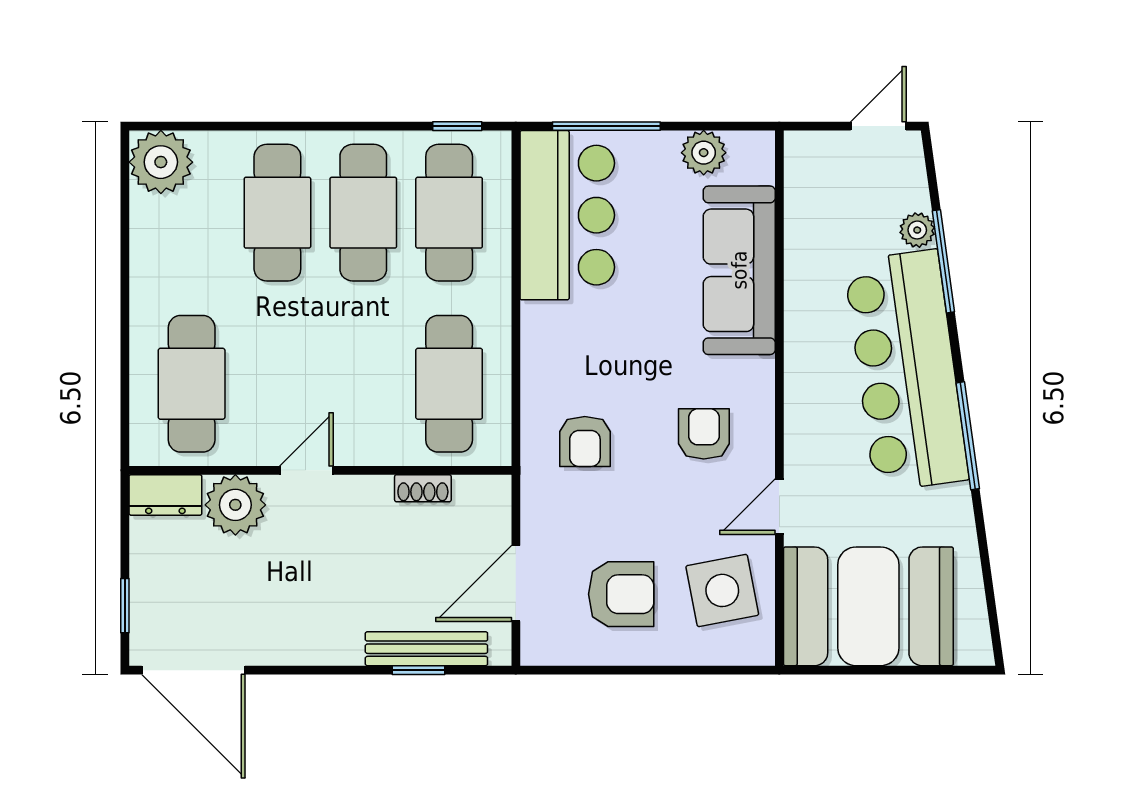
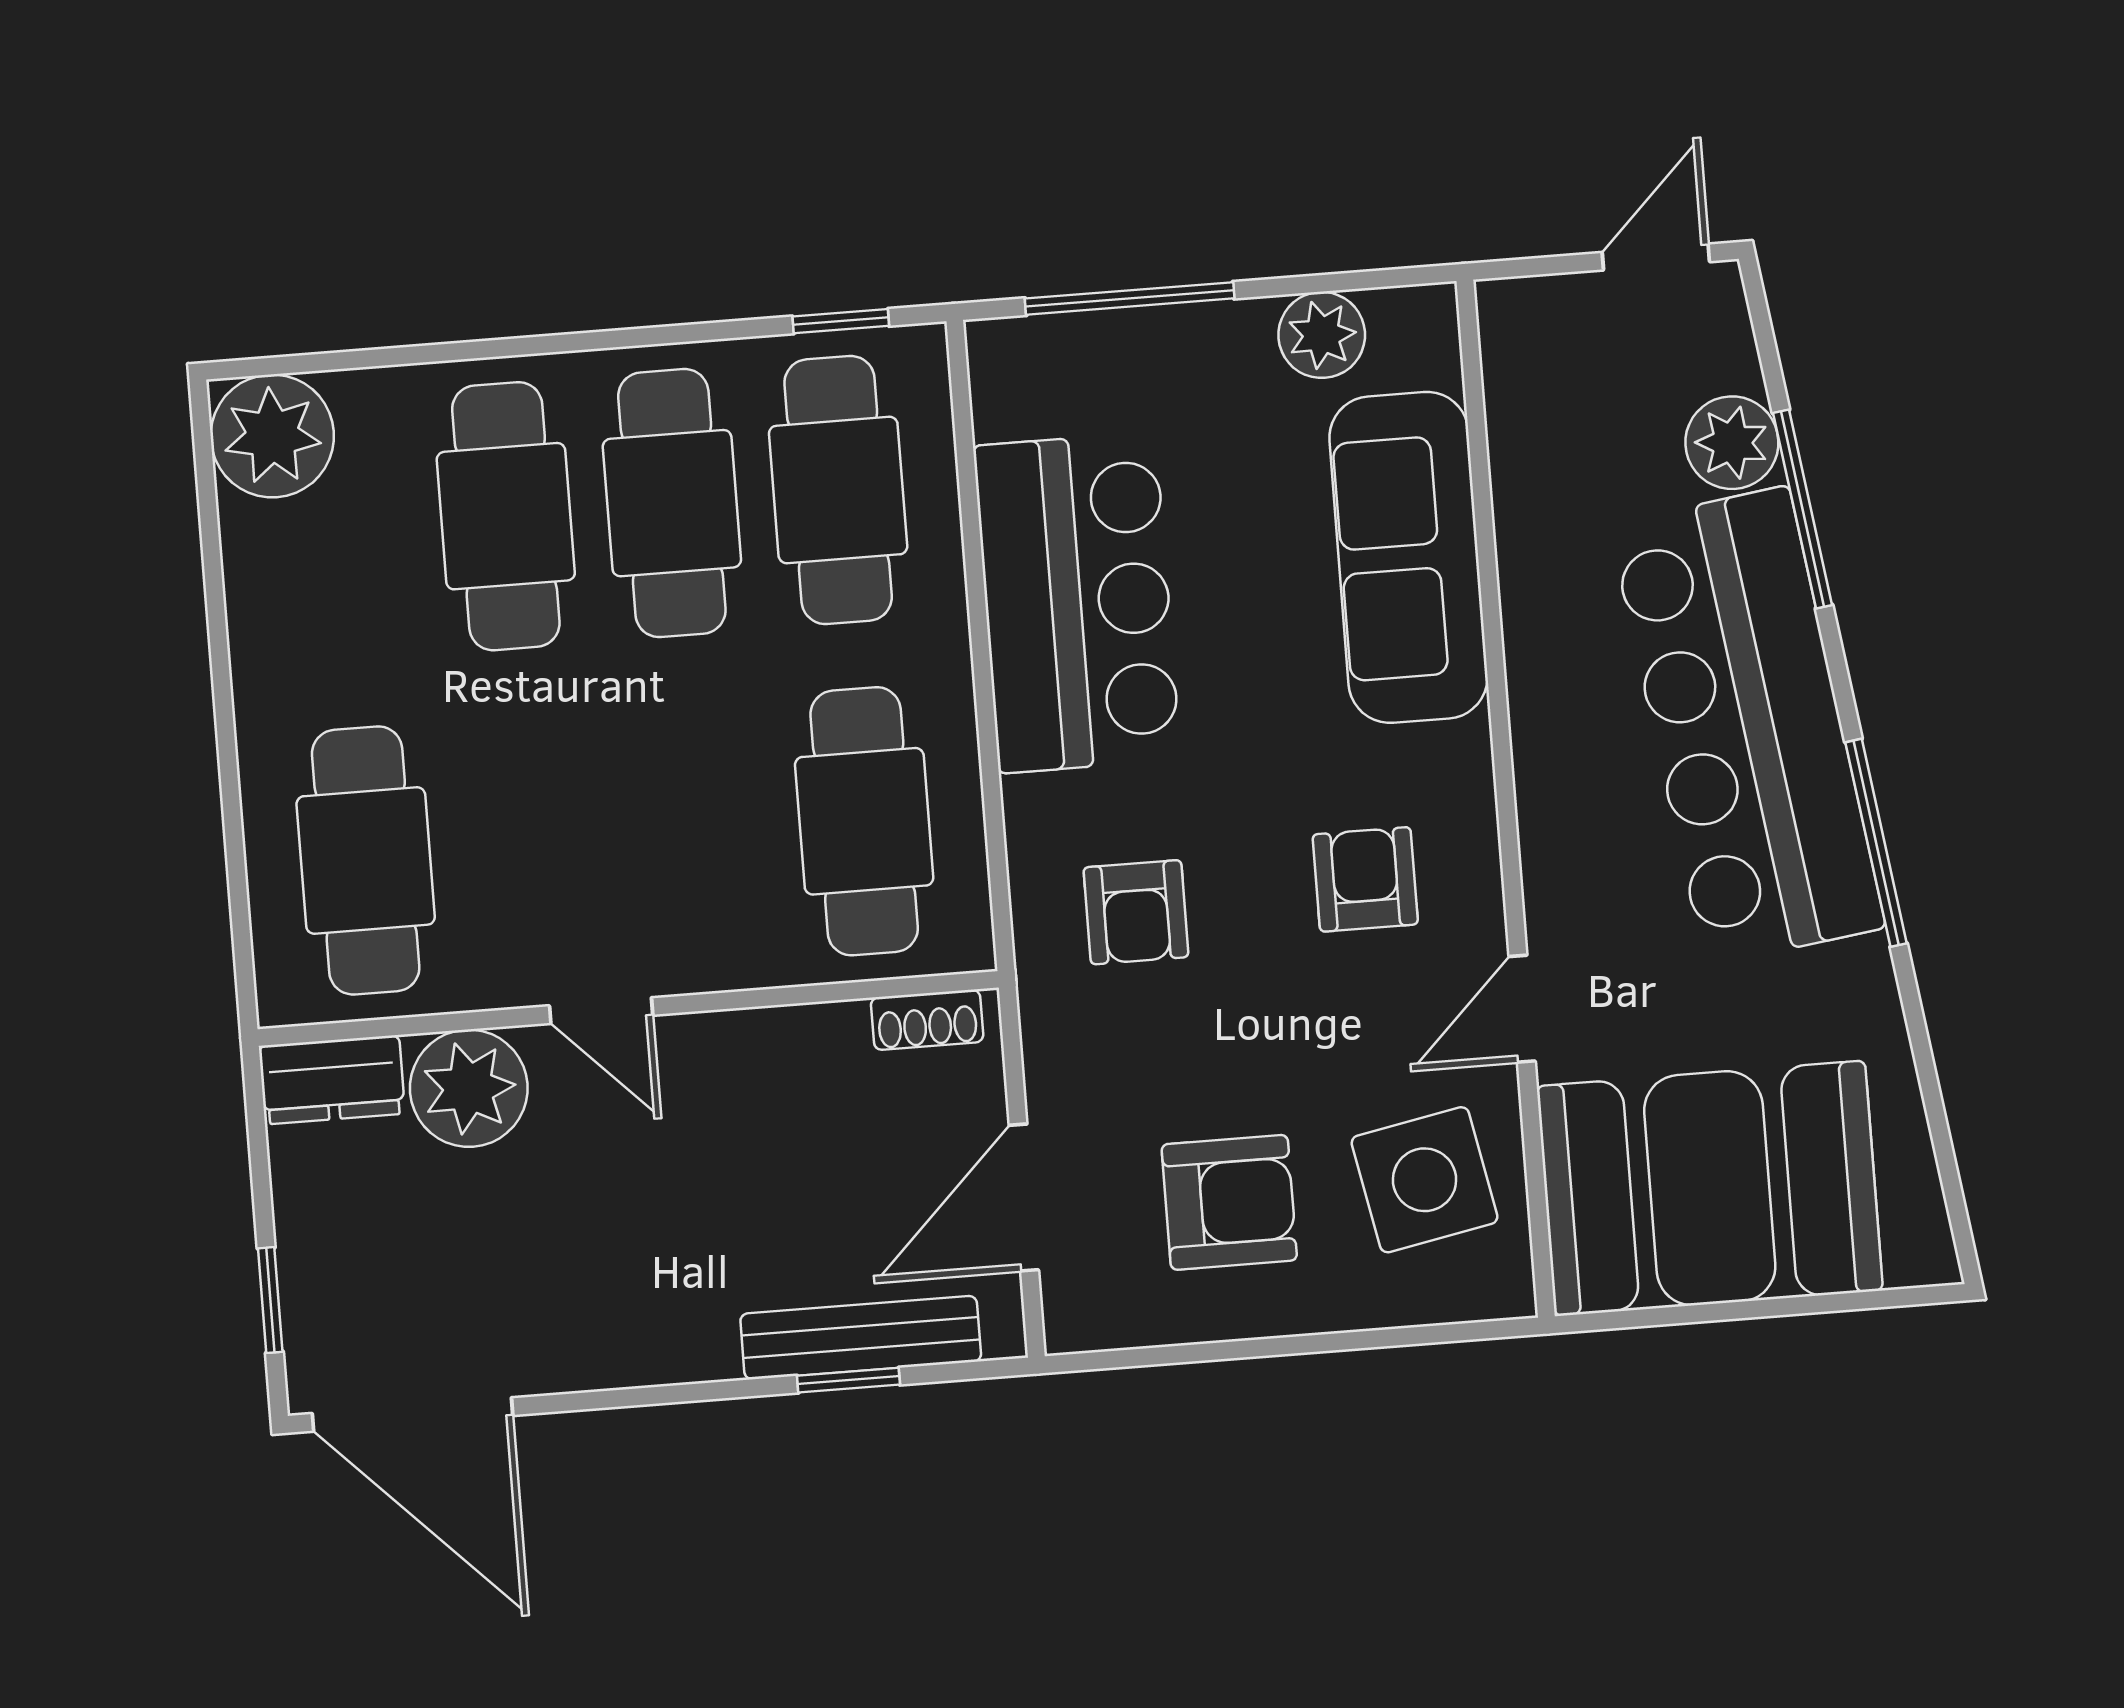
bar counter: (567, 215) -> (1077, 603), moved
plant: (917, 230) -> (1732, 443), width x1.38, depth x1.38
door: (306, 470) -> (601, 1011), swing flipped
shoe rack: (423, 488) -> (927, 1020), moved

